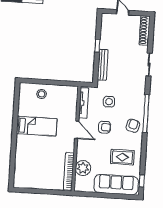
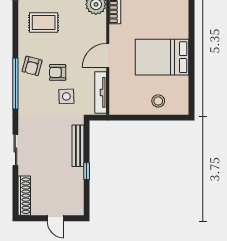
bed: (37, 126) -> (162, 57), width x1.50
armchair: (105, 127) -> (58, 72), moved
door: (77, 130) -> (108, 56), hinge flipped

